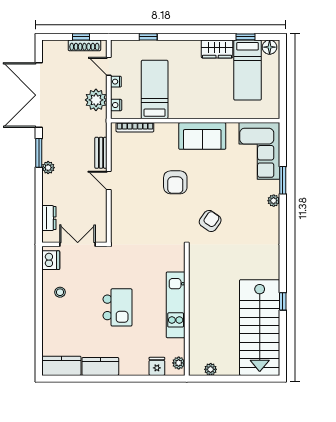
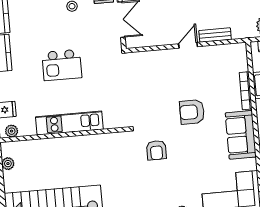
bookcase: (135, 127) -> (246, 91), moved
armchair: (210, 221) -> (156, 150), turned 55

